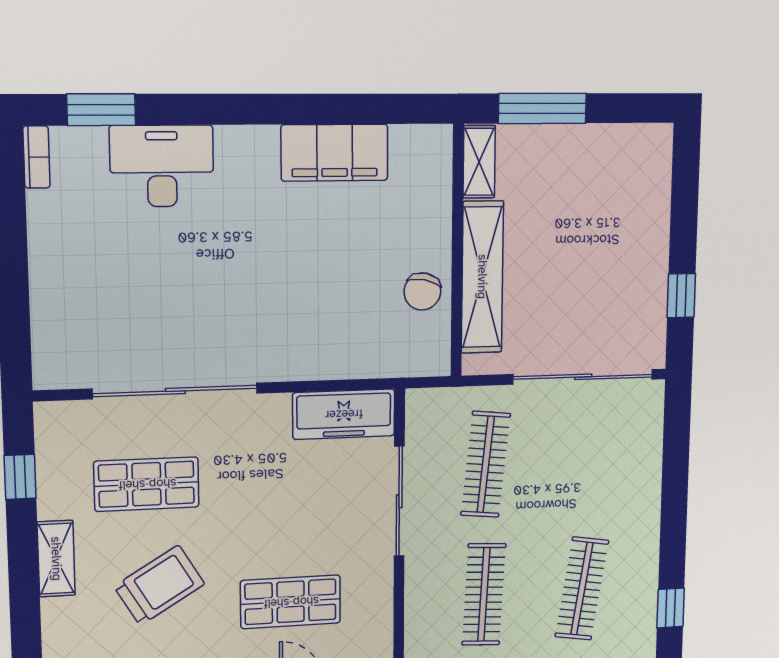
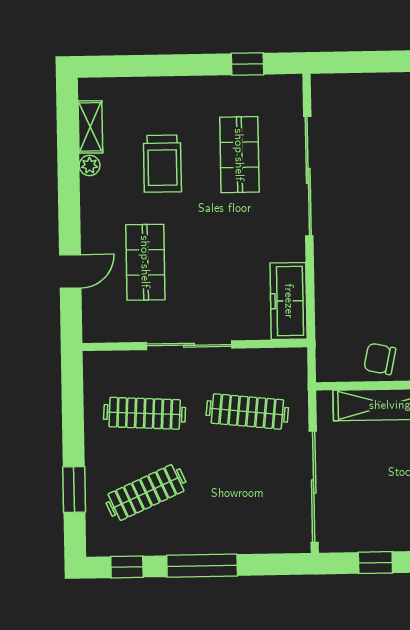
sliding door: (399, 501) -> (189, 345), moved
window: (674, 516) -> (202, 566), added
shelving: (56, 559) -> (186, 89), removed
trolley: (159, 585) -> (162, 164), turned 31
clothes rail: (582, 589) -> (146, 493), turned -33

